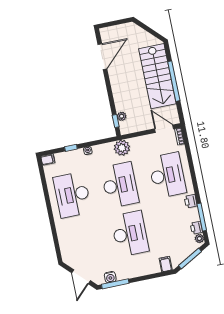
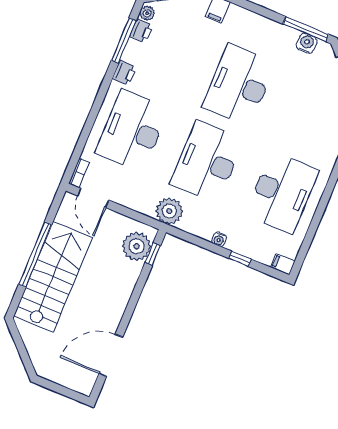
plant: (122, 116) -> (137, 246), width x1.88, depth x1.88

